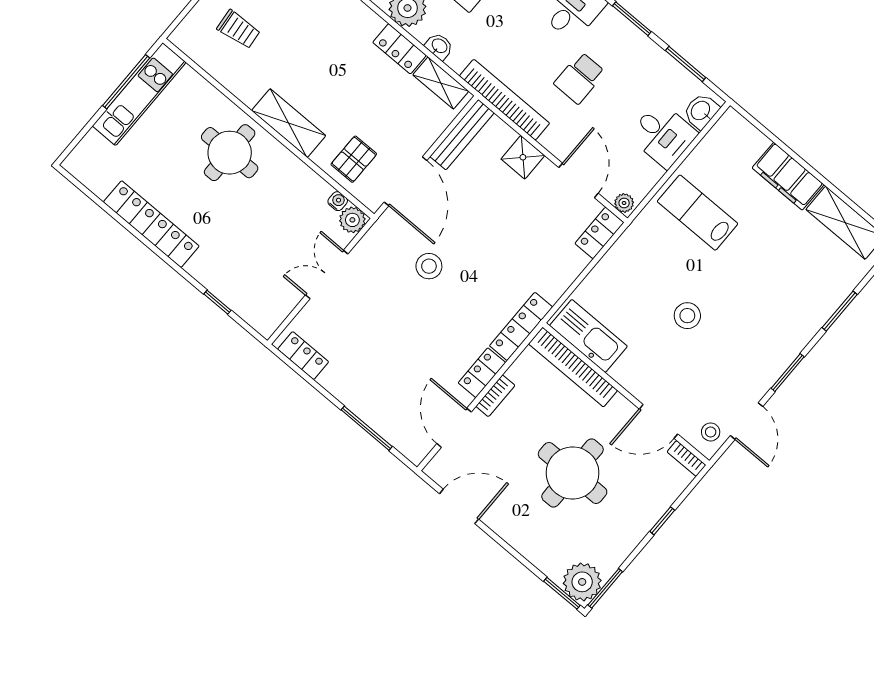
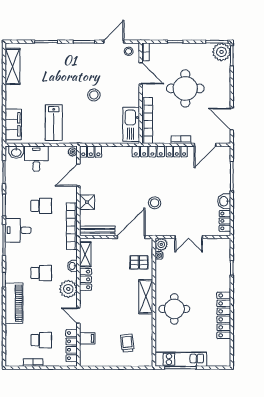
filing cabinet: (788, 176) -> (13, 124), moved
washbasin: (336, 381) -> (224, 201), added

